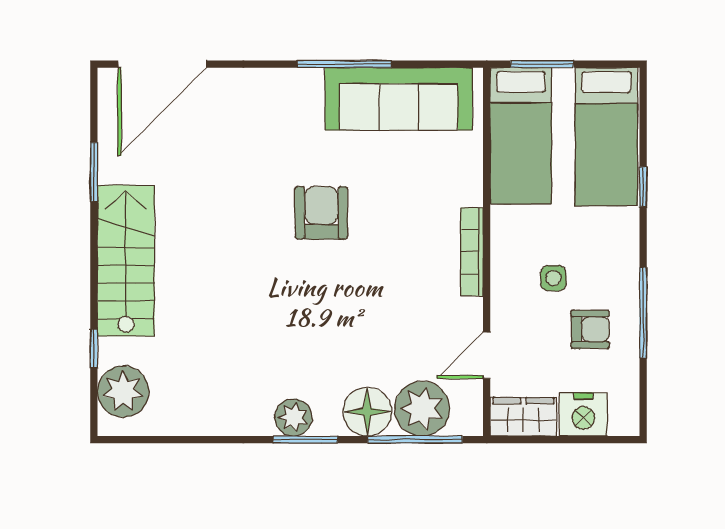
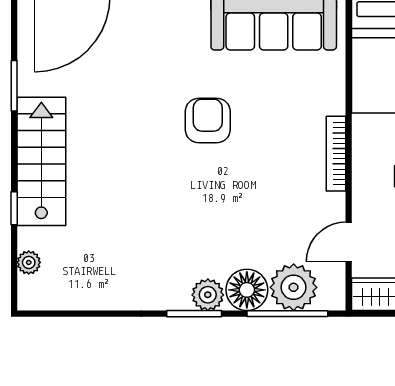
window: (94, 348) -> (14, 208), moved
plant: (123, 391) -> (29, 262), width x0.53, depth x0.53
plant: (293, 417) -> (208, 295), moved

